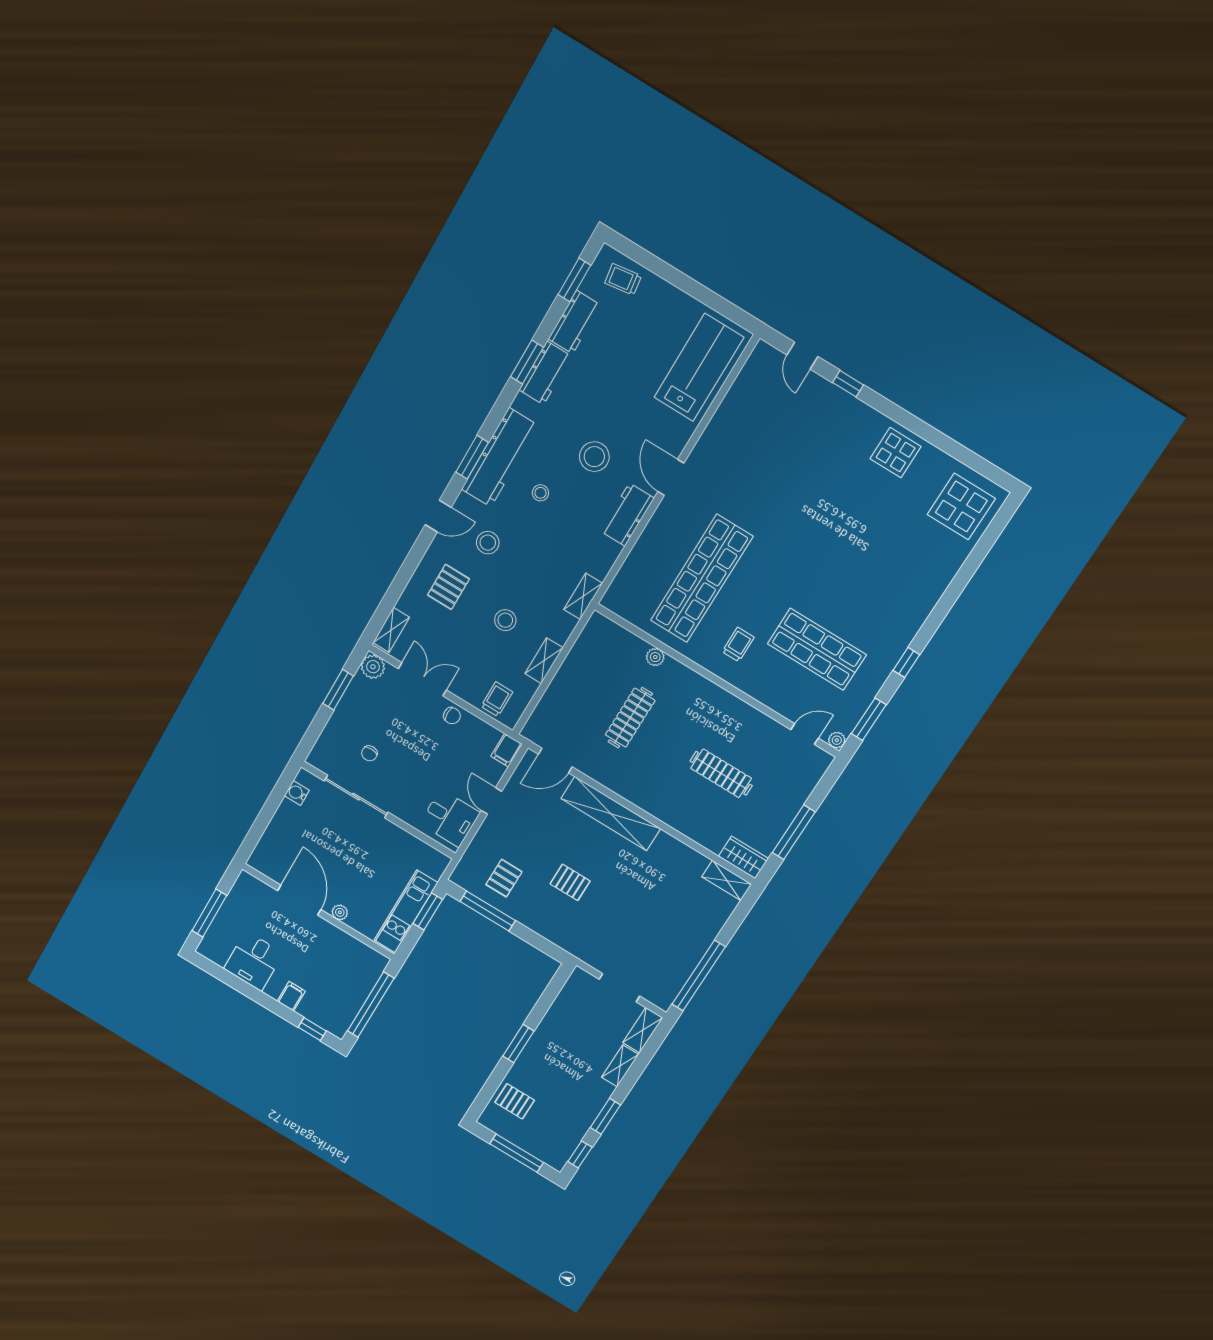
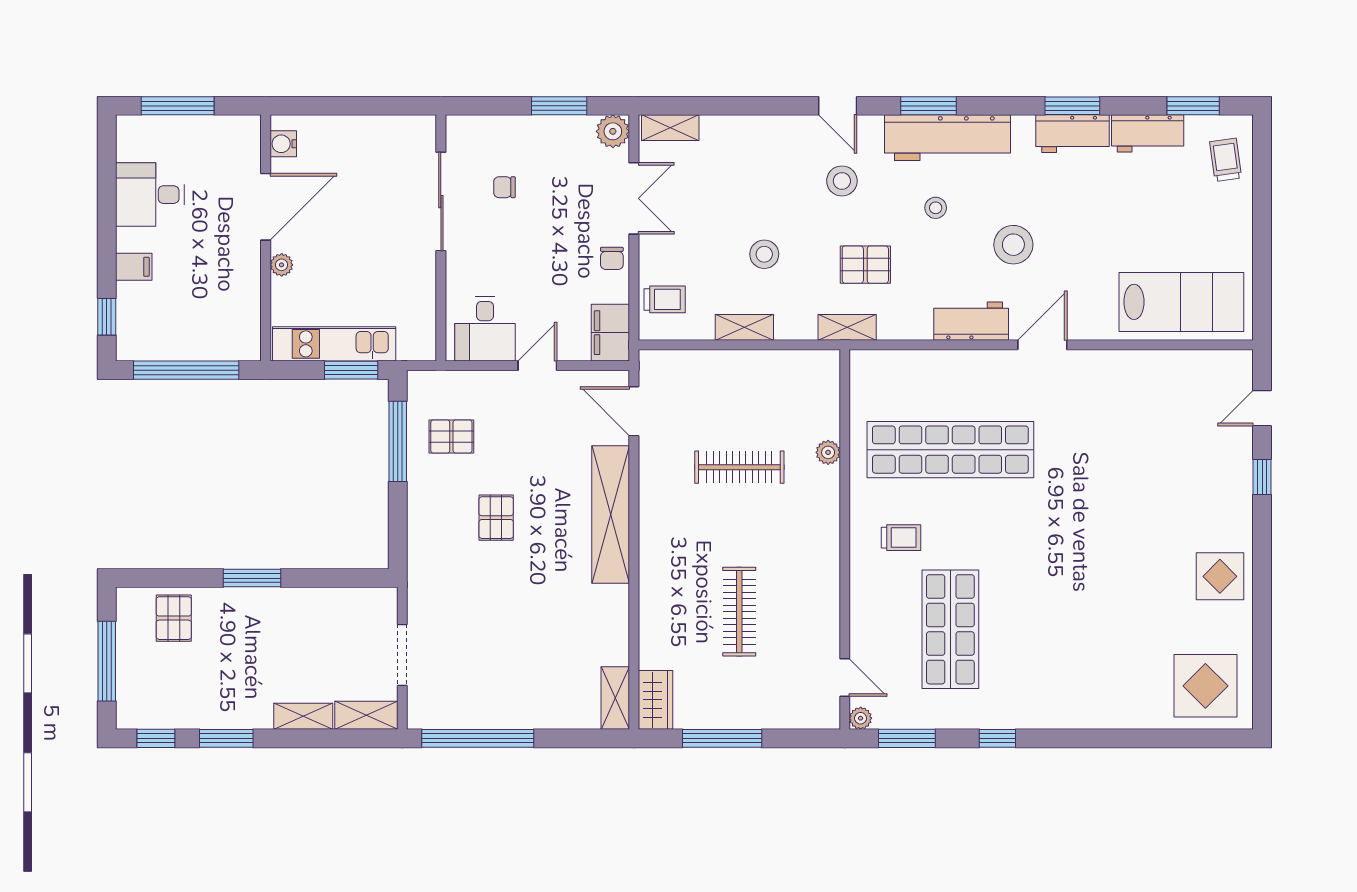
pallet: (448, 587) -> (865, 265), moved
filing cabinet: (507, 750) -> (610, 333), width x2.00
water cooler: (297, 793) -> (283, 144), moved, turned -90

